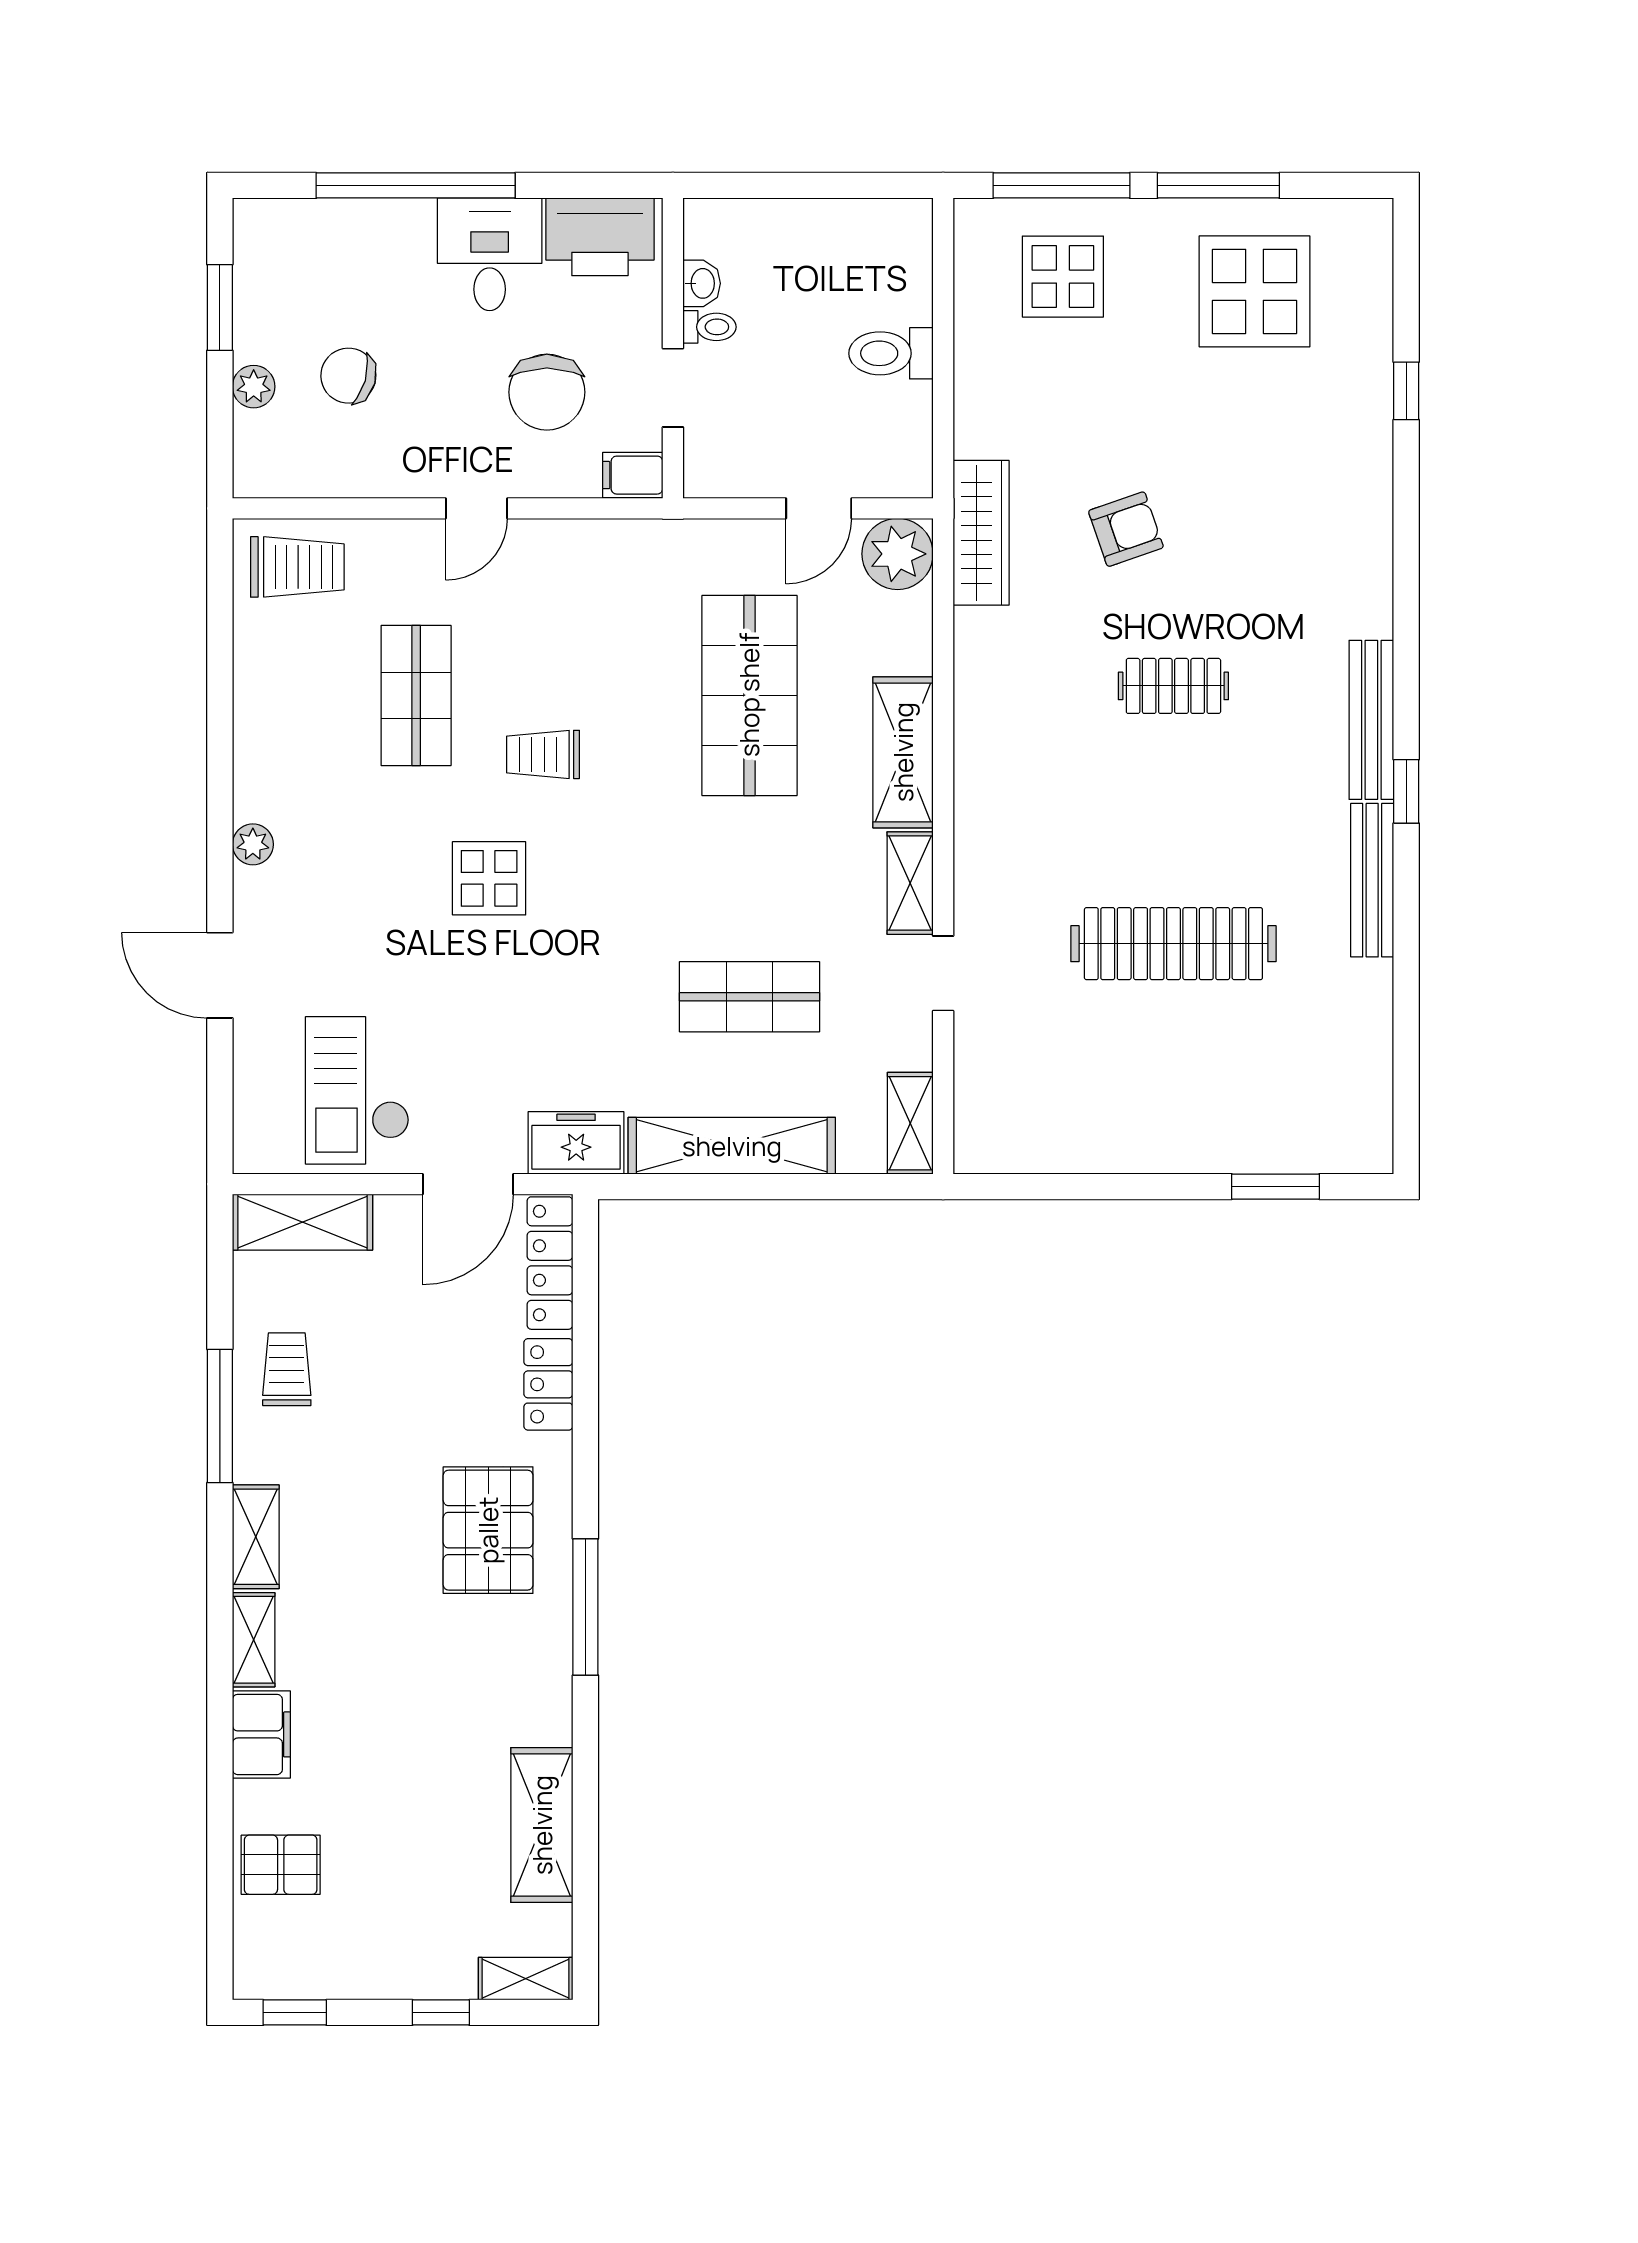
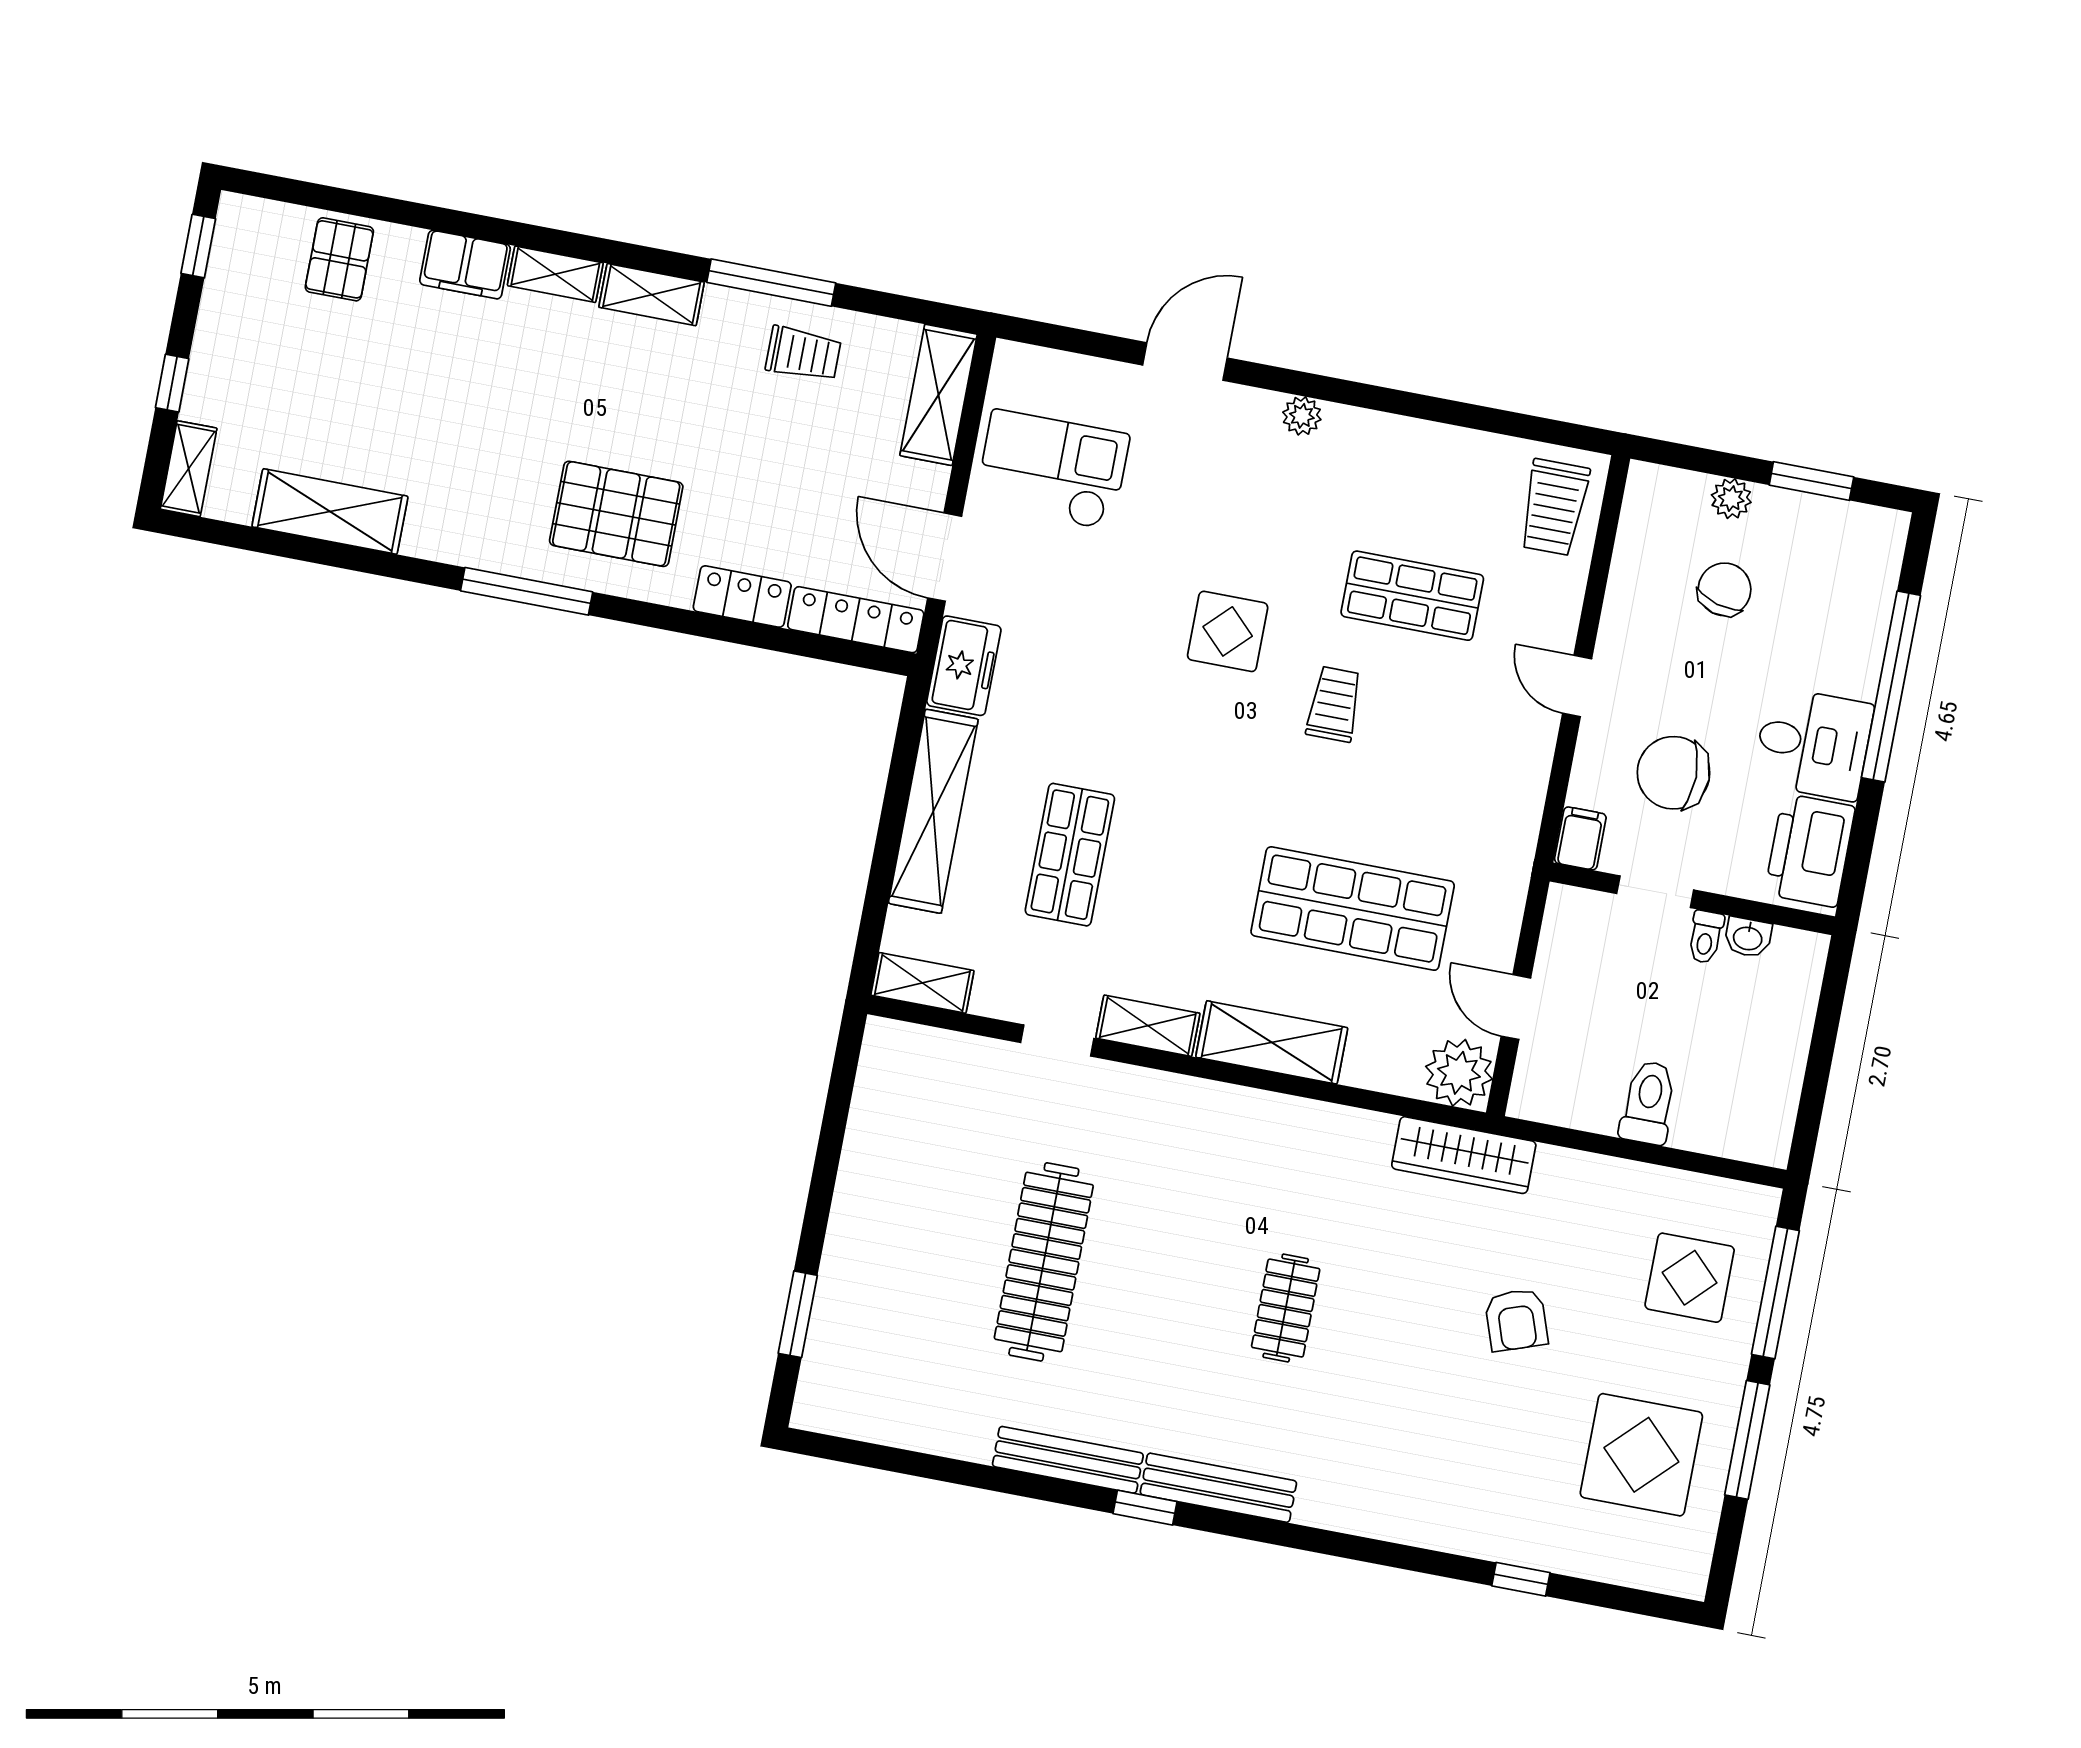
armchair: (1126, 529) -> (1516, 1320), moved

